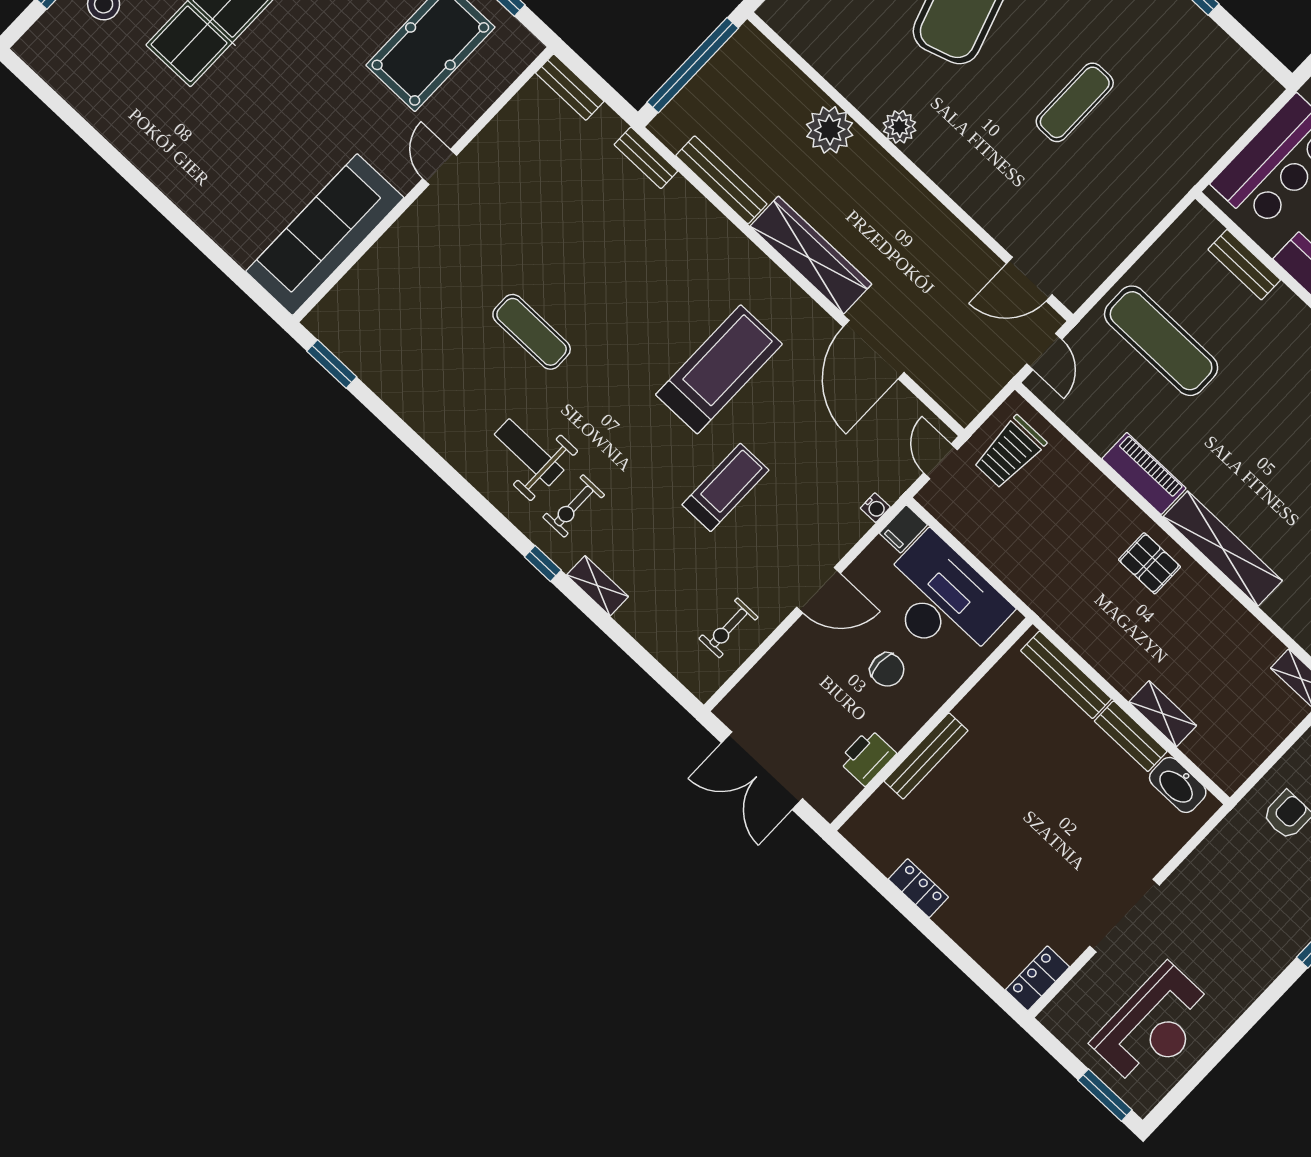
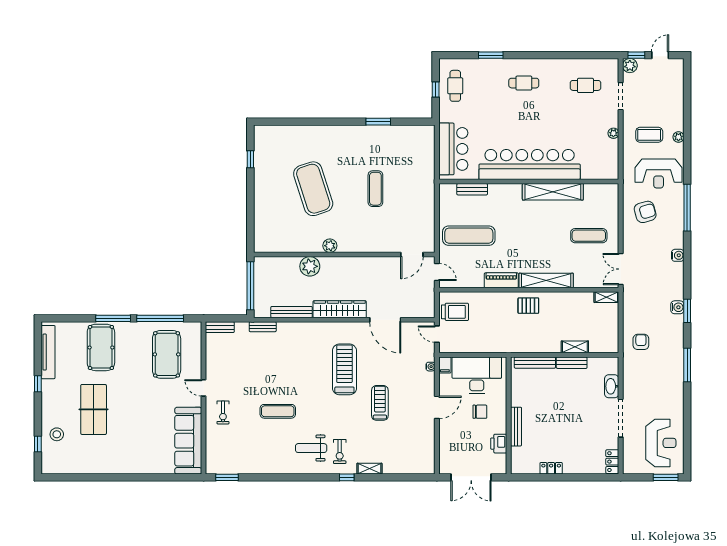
trolley: (1010, 452) -> (455, 312), turned -90
exercise bike: (728, 628) -> (223, 412), moved
washbasin: (1178, 785) -> (612, 386), moved, turned 90

